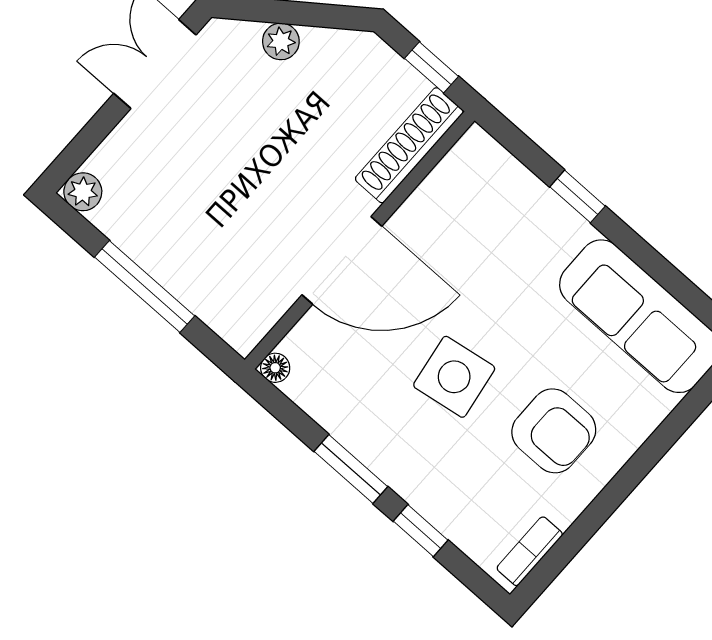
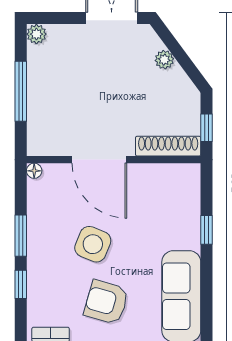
side table: (454, 377) -> (93, 244), turned 31
armchair: (554, 431) -> (106, 302), turned 106

